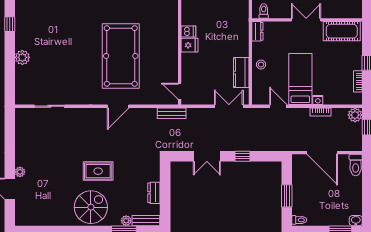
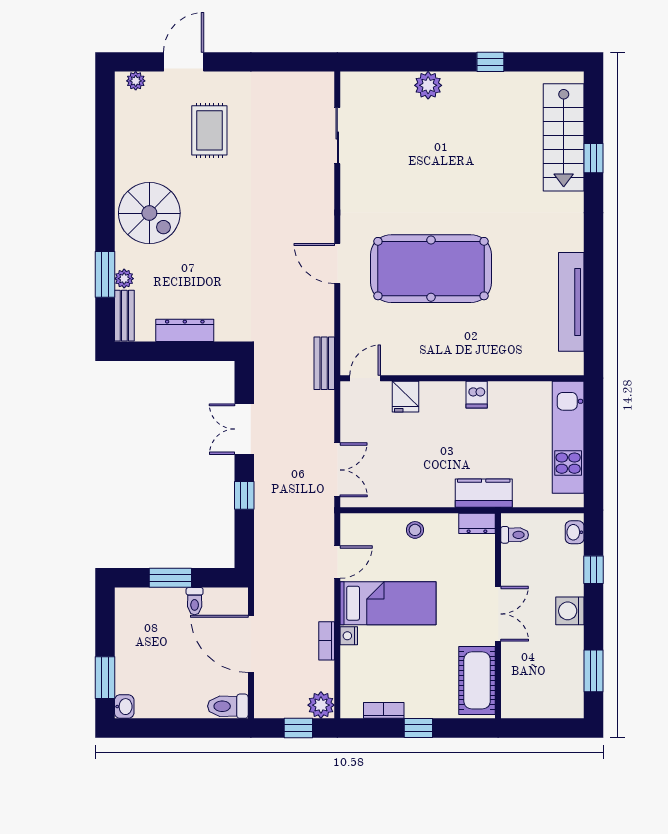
fridge: (189, 45) -> (406, 397), moved
kitchen counter: (241, 73) -> (484, 493), moved
door: (322, 153) -> (251, 644), hinge flipped
rug: (98, 171) -> (209, 130), moved
plant: (20, 172) -> (136, 81), moved
dresser: (154, 193) -> (185, 330), width x1.44
toilet: (299, 220) -> (195, 601), moved

